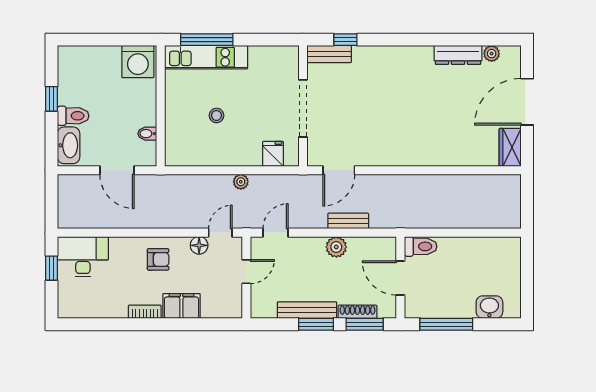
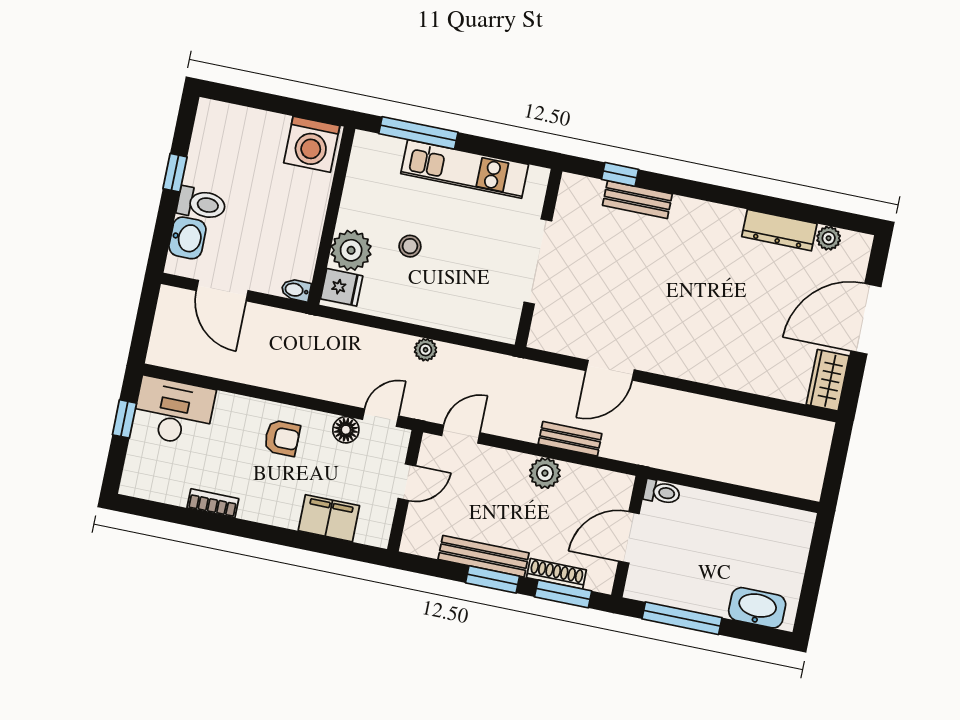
bench: (329, 54) -> (637, 200), moved
kitchen unit: (206, 57) -> (465, 169), moved
plant: (178, 126) -> (351, 250), added
bidet: (147, 134) -> (296, 290), moved
washbasin: (69, 145) -> (187, 238), width x0.72
fridge: (273, 154) -> (342, 287), moved, turned 90
door: (117, 170) -> (222, 291), moved
door: (339, 170) -> (610, 370), moved
toilet: (421, 246) -> (662, 492), width x0.73, depth x0.72
door: (400, 278) -> (629, 537), hinge flipped
filing cabinet: (181, 306) -> (329, 518), moved
washbasin: (489, 307) -> (757, 608), width x1.38
bookcase: (145, 312) -> (213, 503), moved

